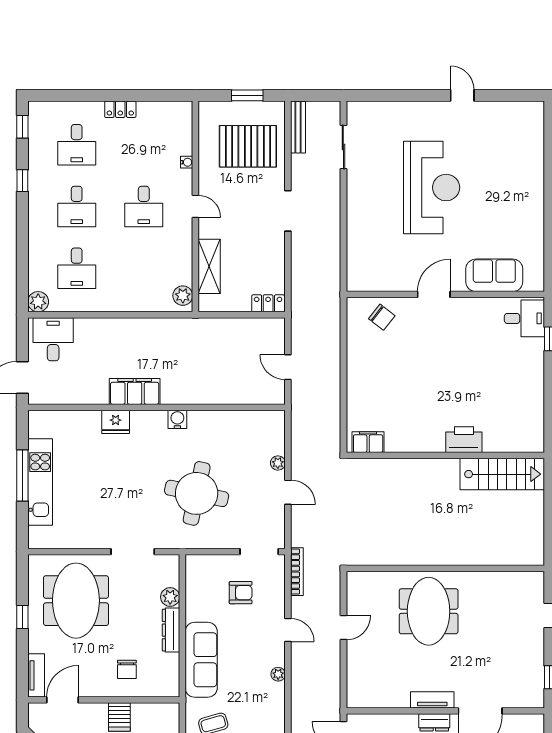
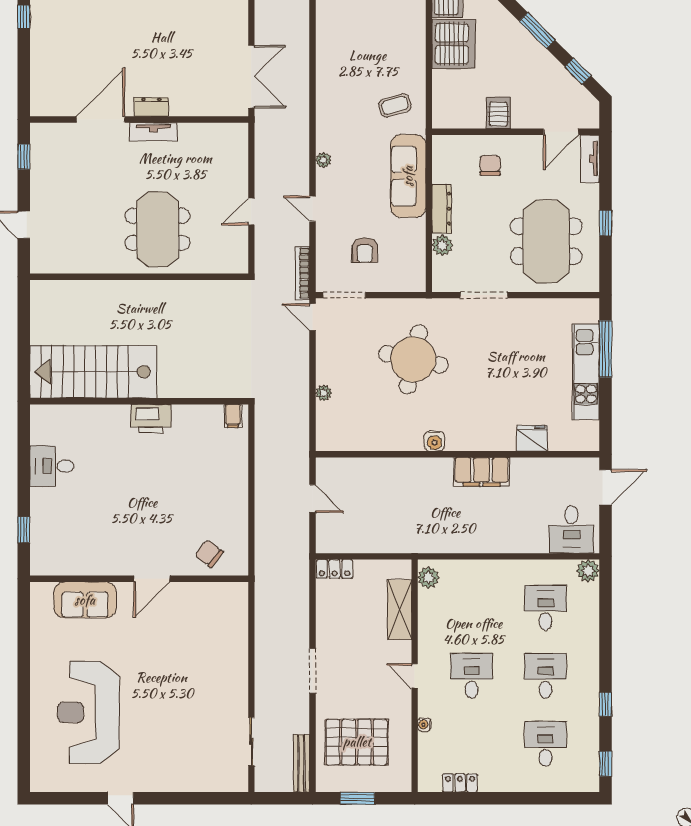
locker: (120, 109) -> (460, 783), moved
reception desk: (432, 188) -> (88, 712), moved
desk: (524, 318) -> (52, 466), moved
fridge: (116, 422) -> (532, 438), moved
printer: (464, 440) -> (151, 419), moved
filing cabinet: (368, 442) -> (233, 416), width x0.50
stairs: (502, 474) -> (93, 372), width x1.36, depth x1.51
window: (22, 476) -> (605, 349), moved
door: (288, 492) -> (313, 317), moved
armchair: (241, 593) -> (365, 250), turned -90

